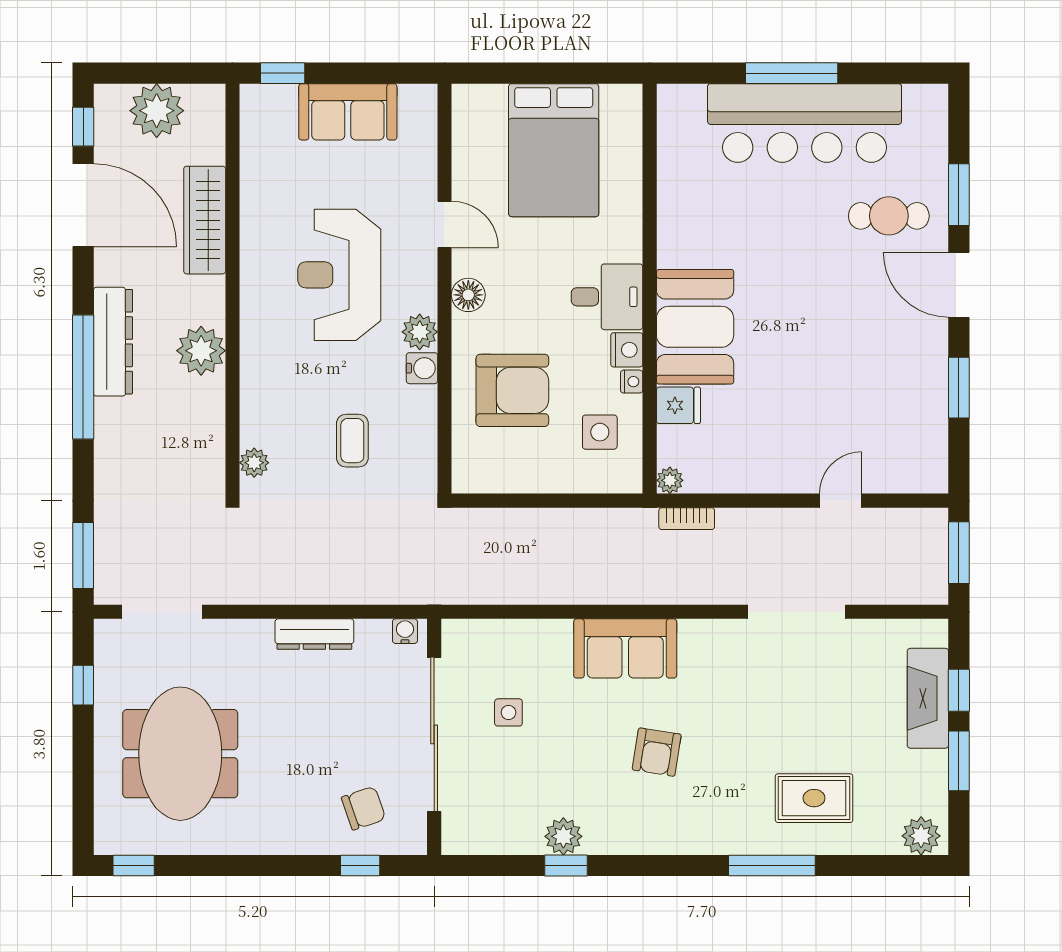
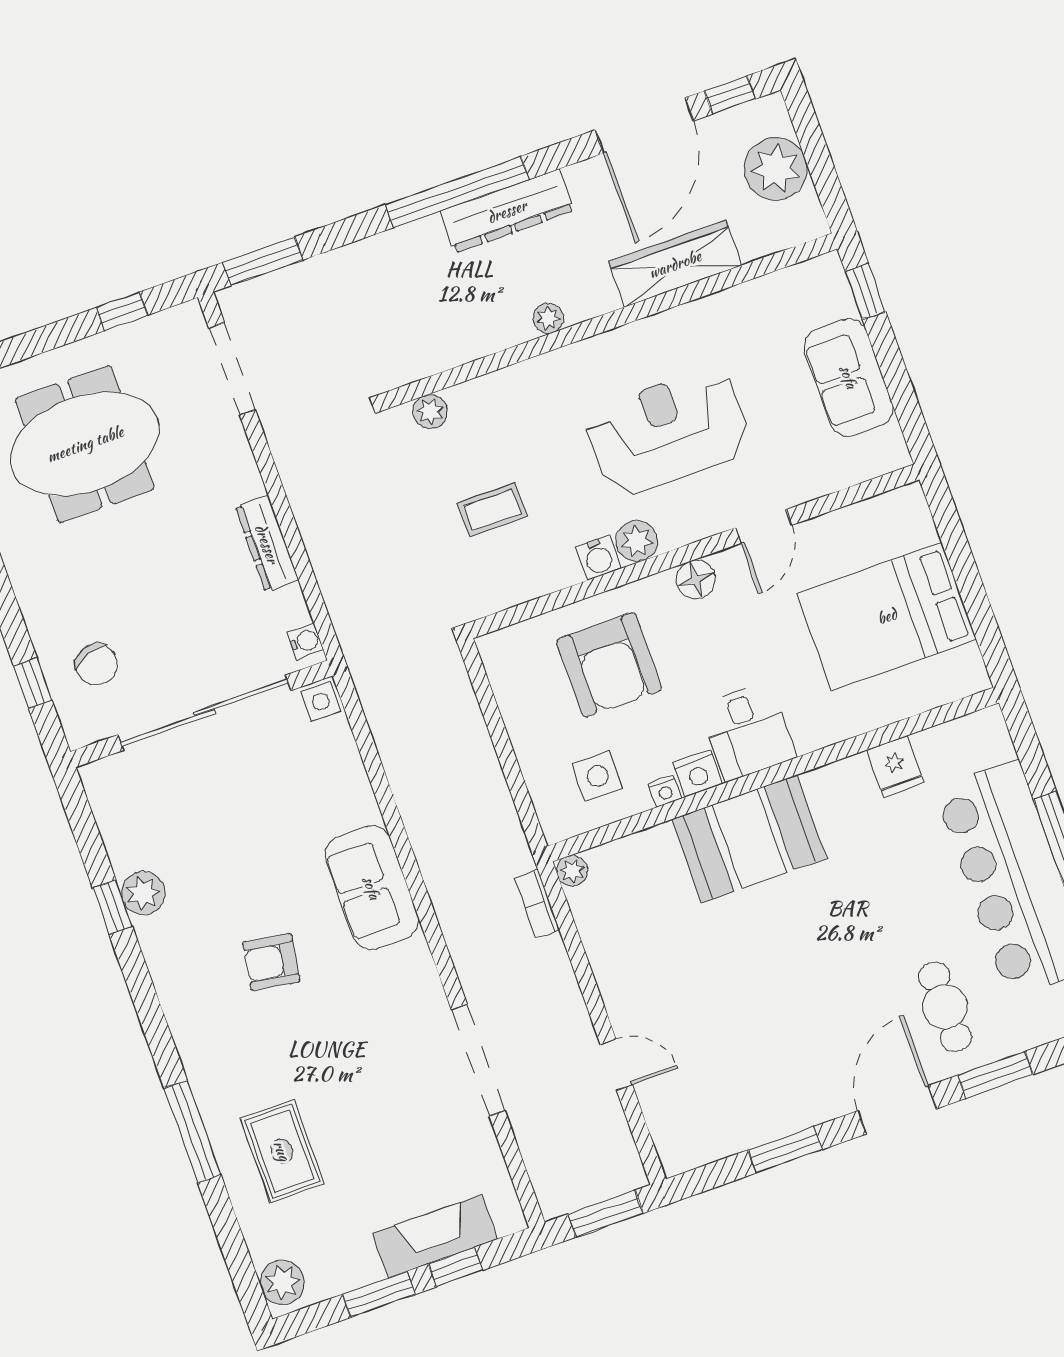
plant: (201, 351) -> (548, 318), width x0.53, depth x0.53
fridge: (678, 405) -> (895, 766), moved
side table: (508, 712) -> (321, 702), moved

